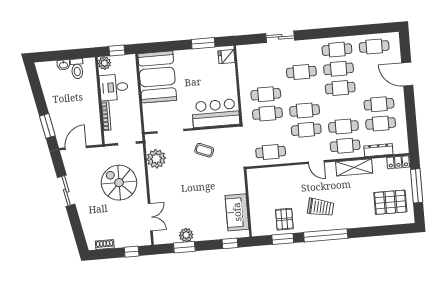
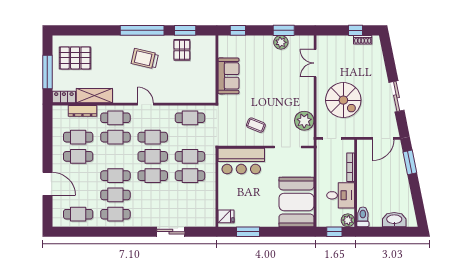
washbasin: (64, 65) -> (394, 220), width x1.91, depth x1.45
toilet: (77, 69) -> (363, 217), moved
cafe table: (301, 72) -> (153, 176), moved
shelving: (354, 167) -> (94, 96), moved
sofa: (237, 212) -> (228, 76), moved
window: (132, 252) -> (355, 30), moved

